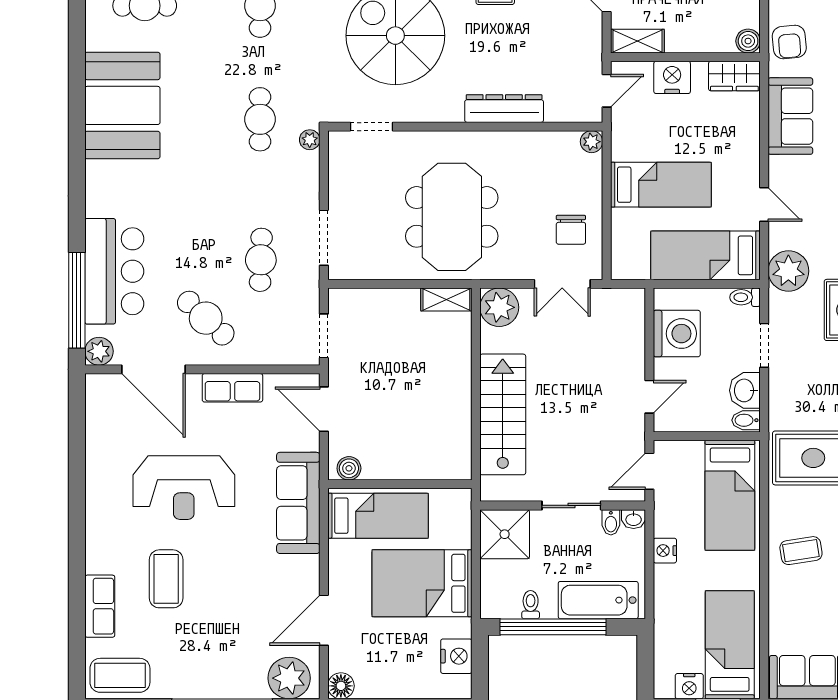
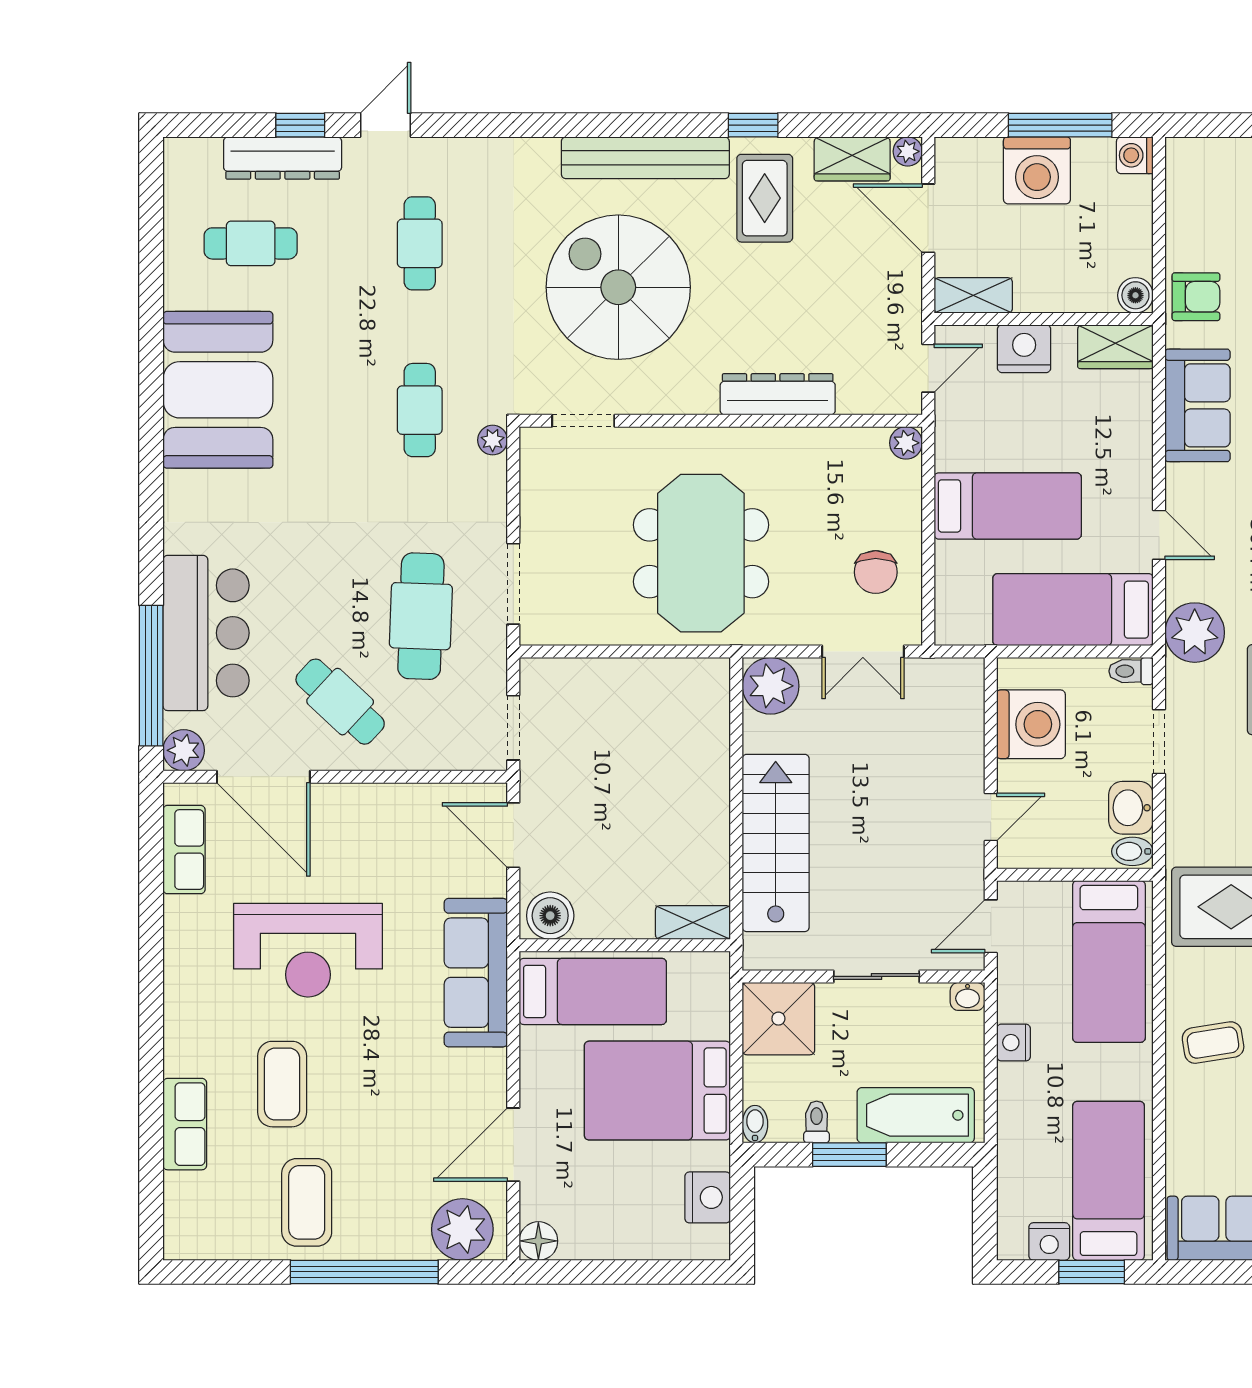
armchair: (789, 42) -> (1196, 297), turned -85
cafe table: (261, 260) -> (421, 616), width x1.37, depth x1.35
shelving: (446, 299) -> (693, 922), moved
row of seats: (232, 388) -> (184, 850), moved, turned -90
boiler: (349, 468) -> (550, 916), width x1.36, depth x1.36
bidet: (611, 522) -> (755, 1124), moved, turned 180
window: (553, 627) -> (849, 1155), width x0.47
coffee table: (120, 675) -> (307, 1202), moved, turned 90

